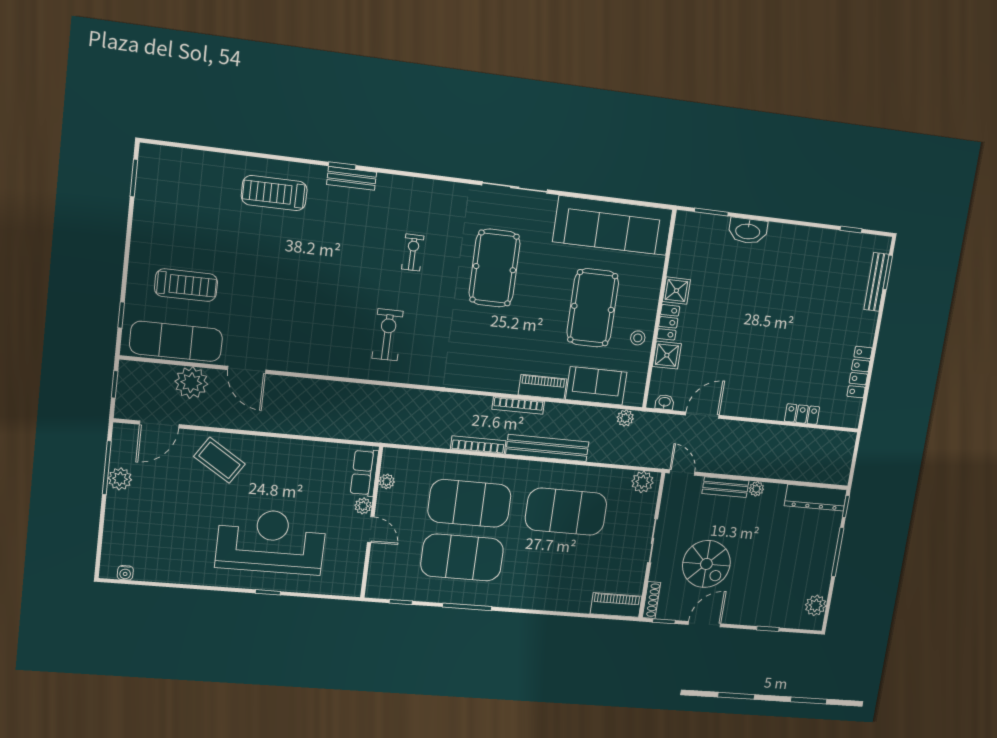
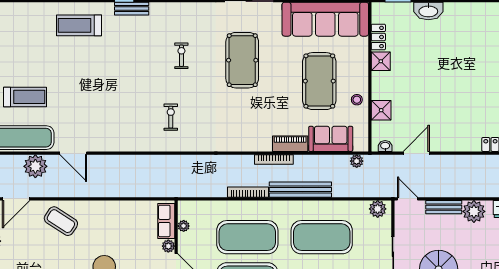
locker: (668, 322) -> (378, 37), moved
exercise bike: (388, 335) -> (171, 117), width x0.73, depth x0.72
plant: (756, 489) -> (474, 211), width x1.88, depth x1.88

